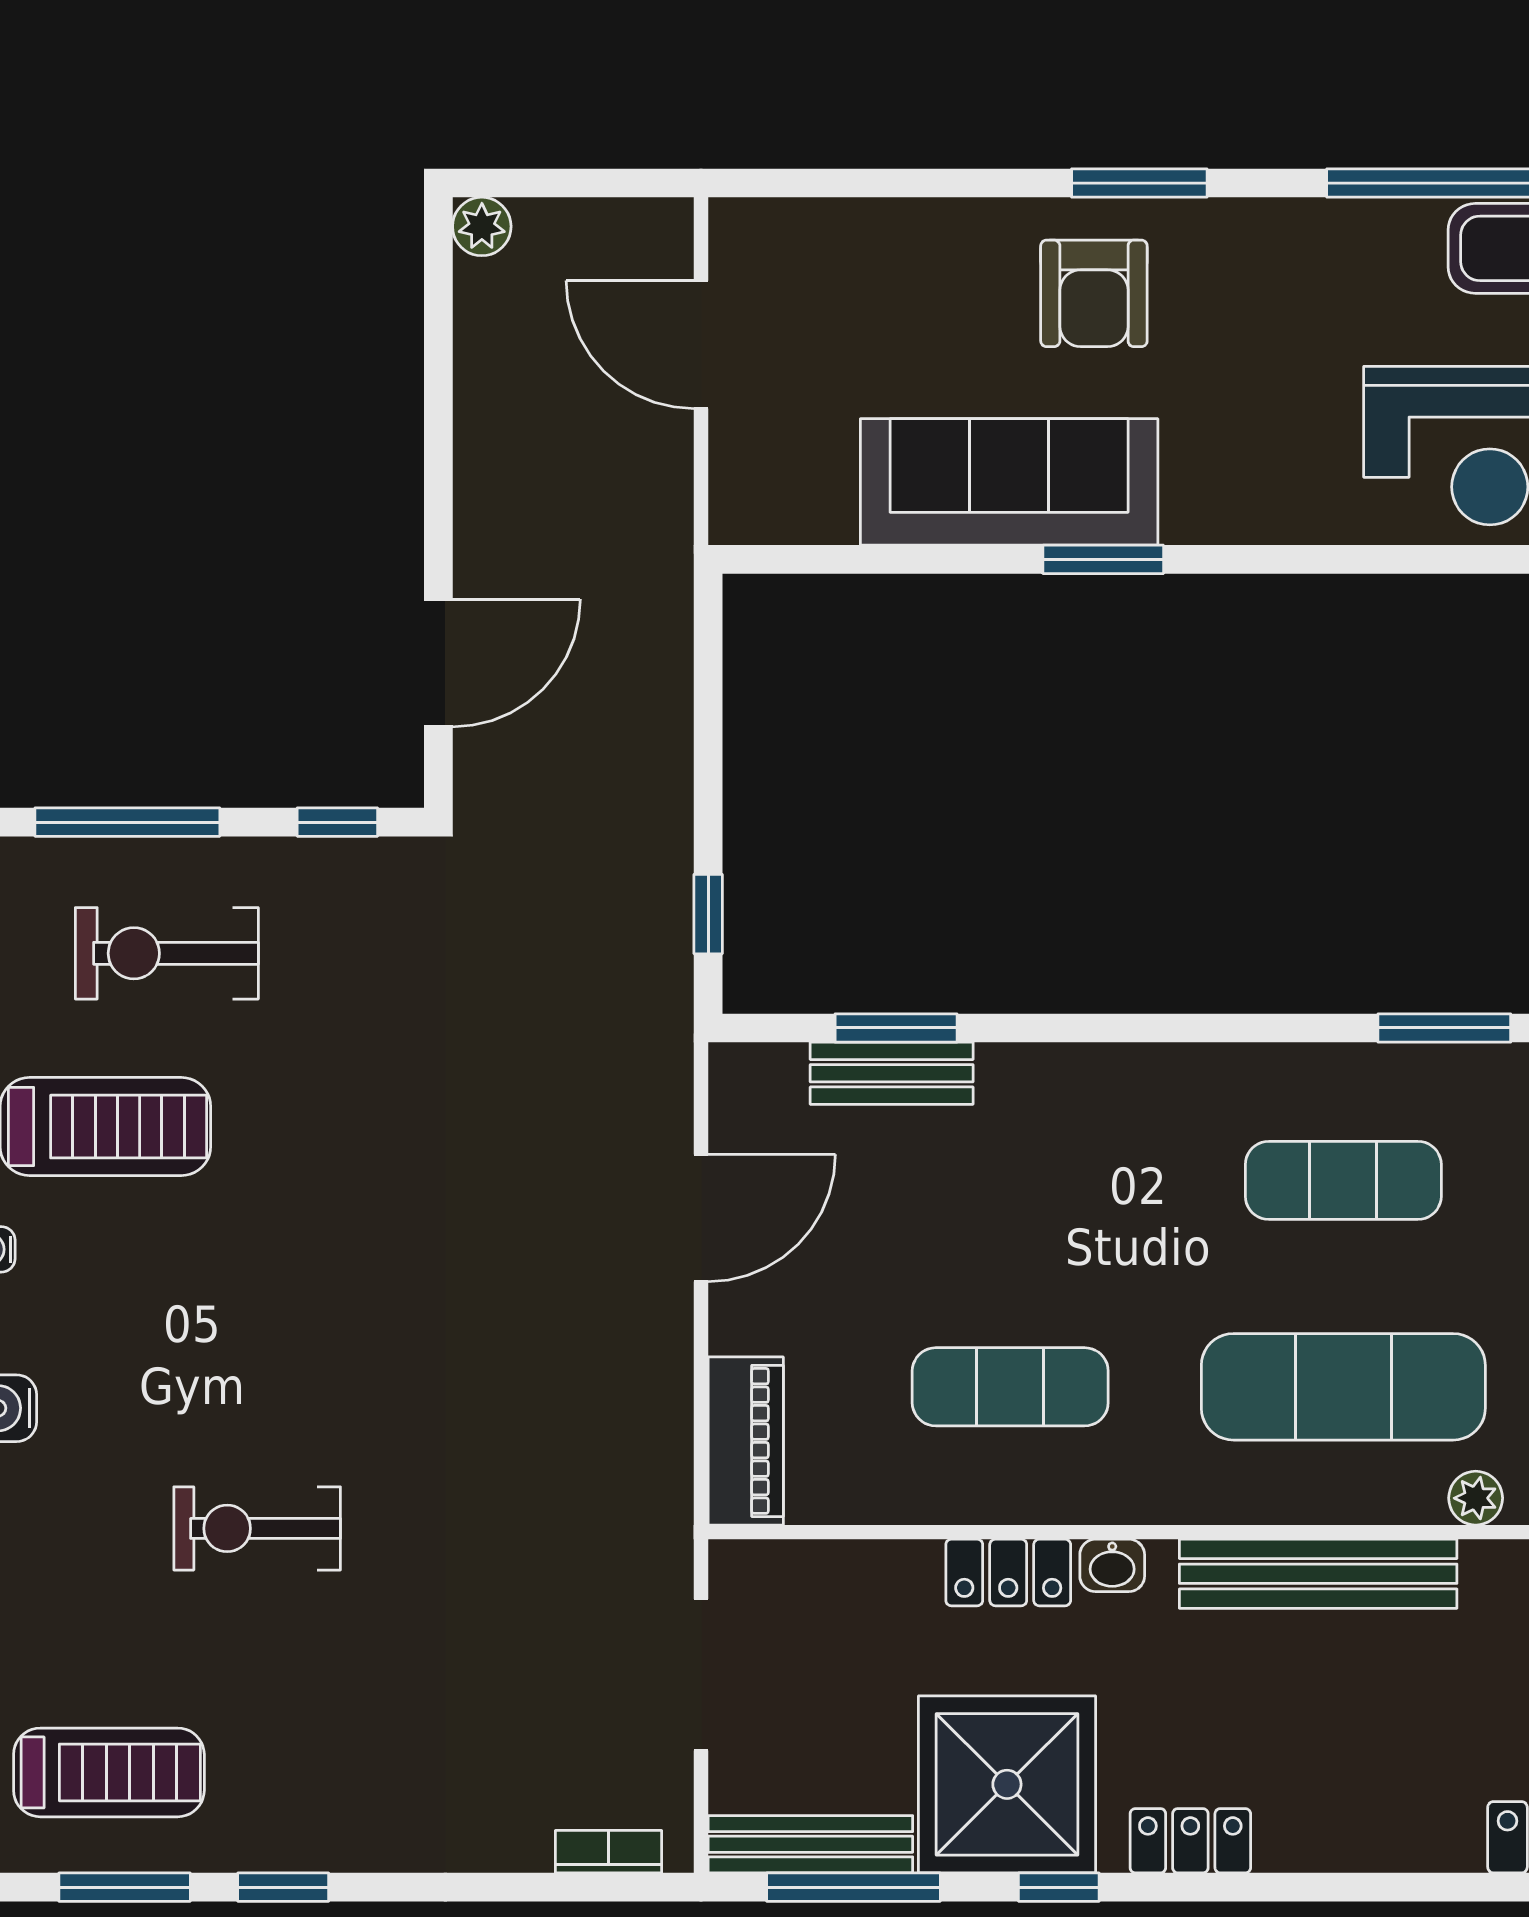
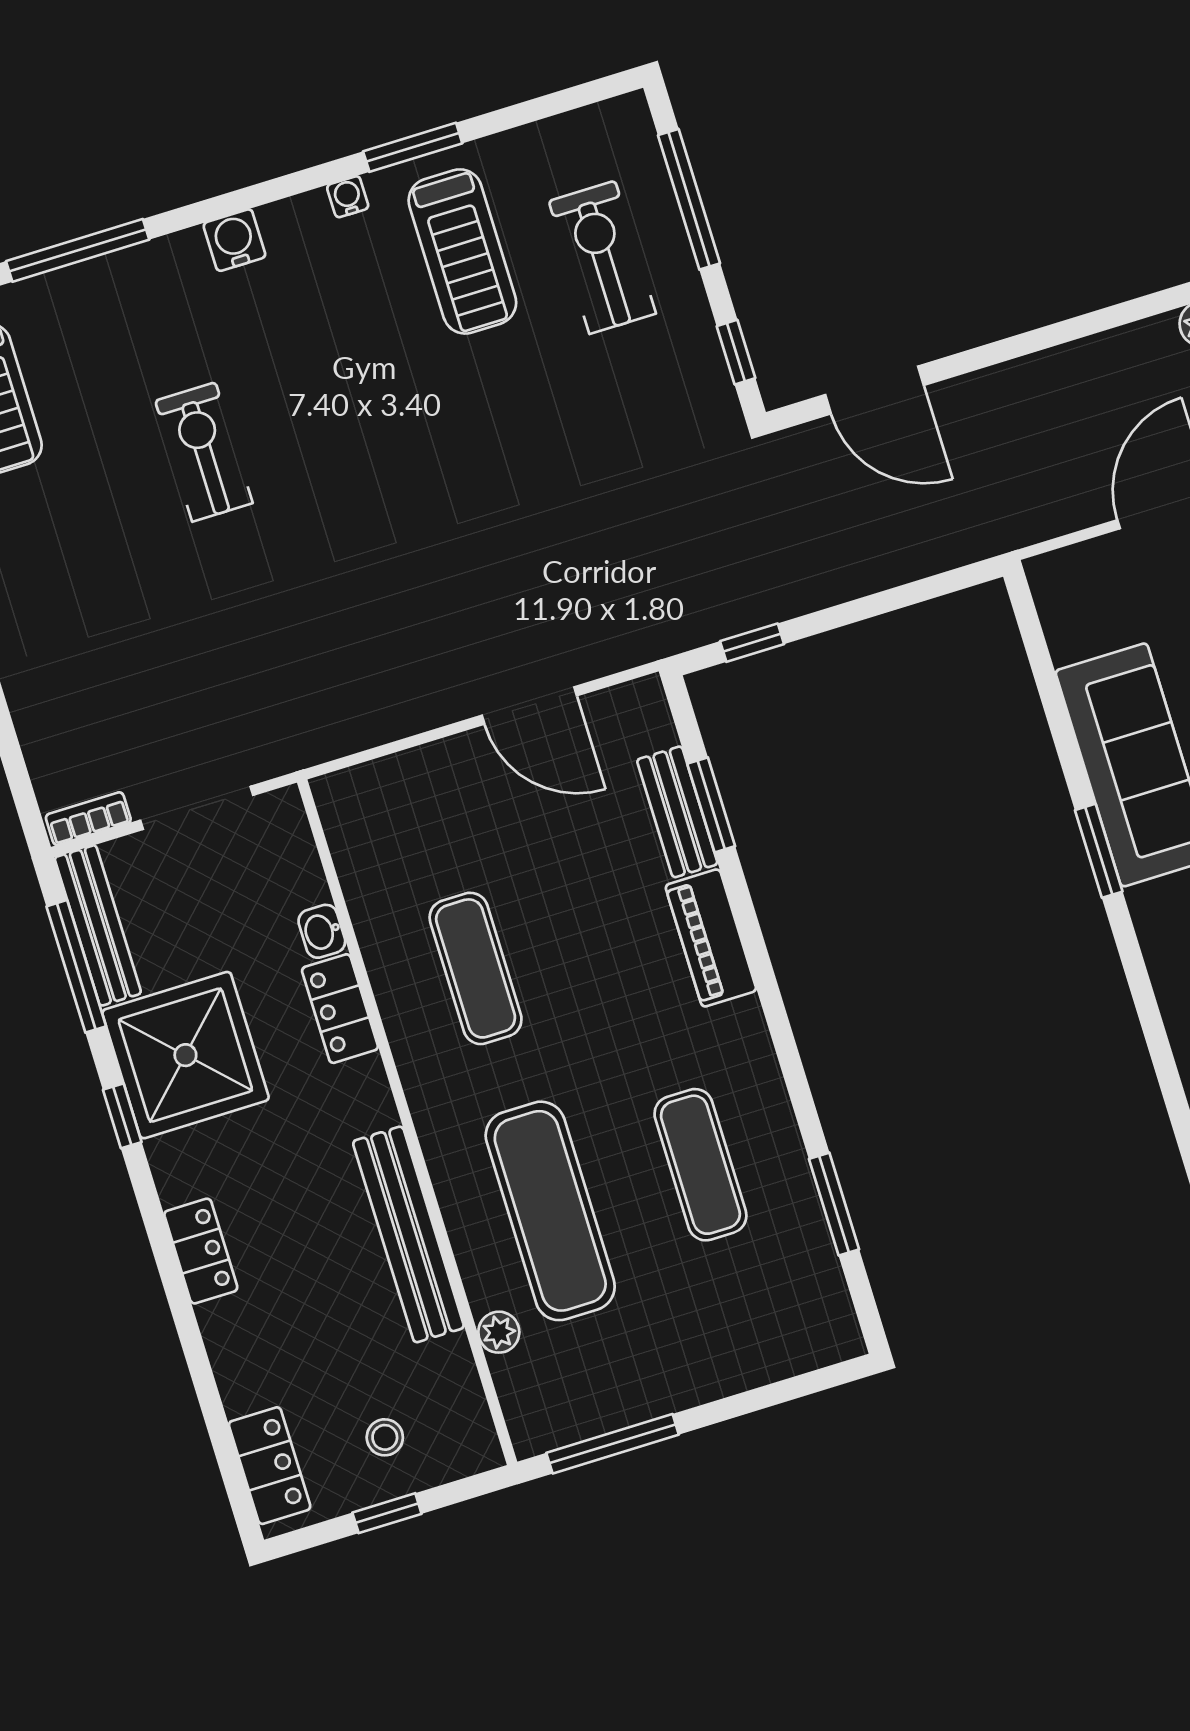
piano: (746, 1441) -> (711, 938), moved, turned 90
washbasin: (1112, 1565) -> (322, 931), moved
locker: (1190, 1841) -> (201, 1251), moved
bookcase: (609, 1852) -> (88, 819), moved, turned -90

